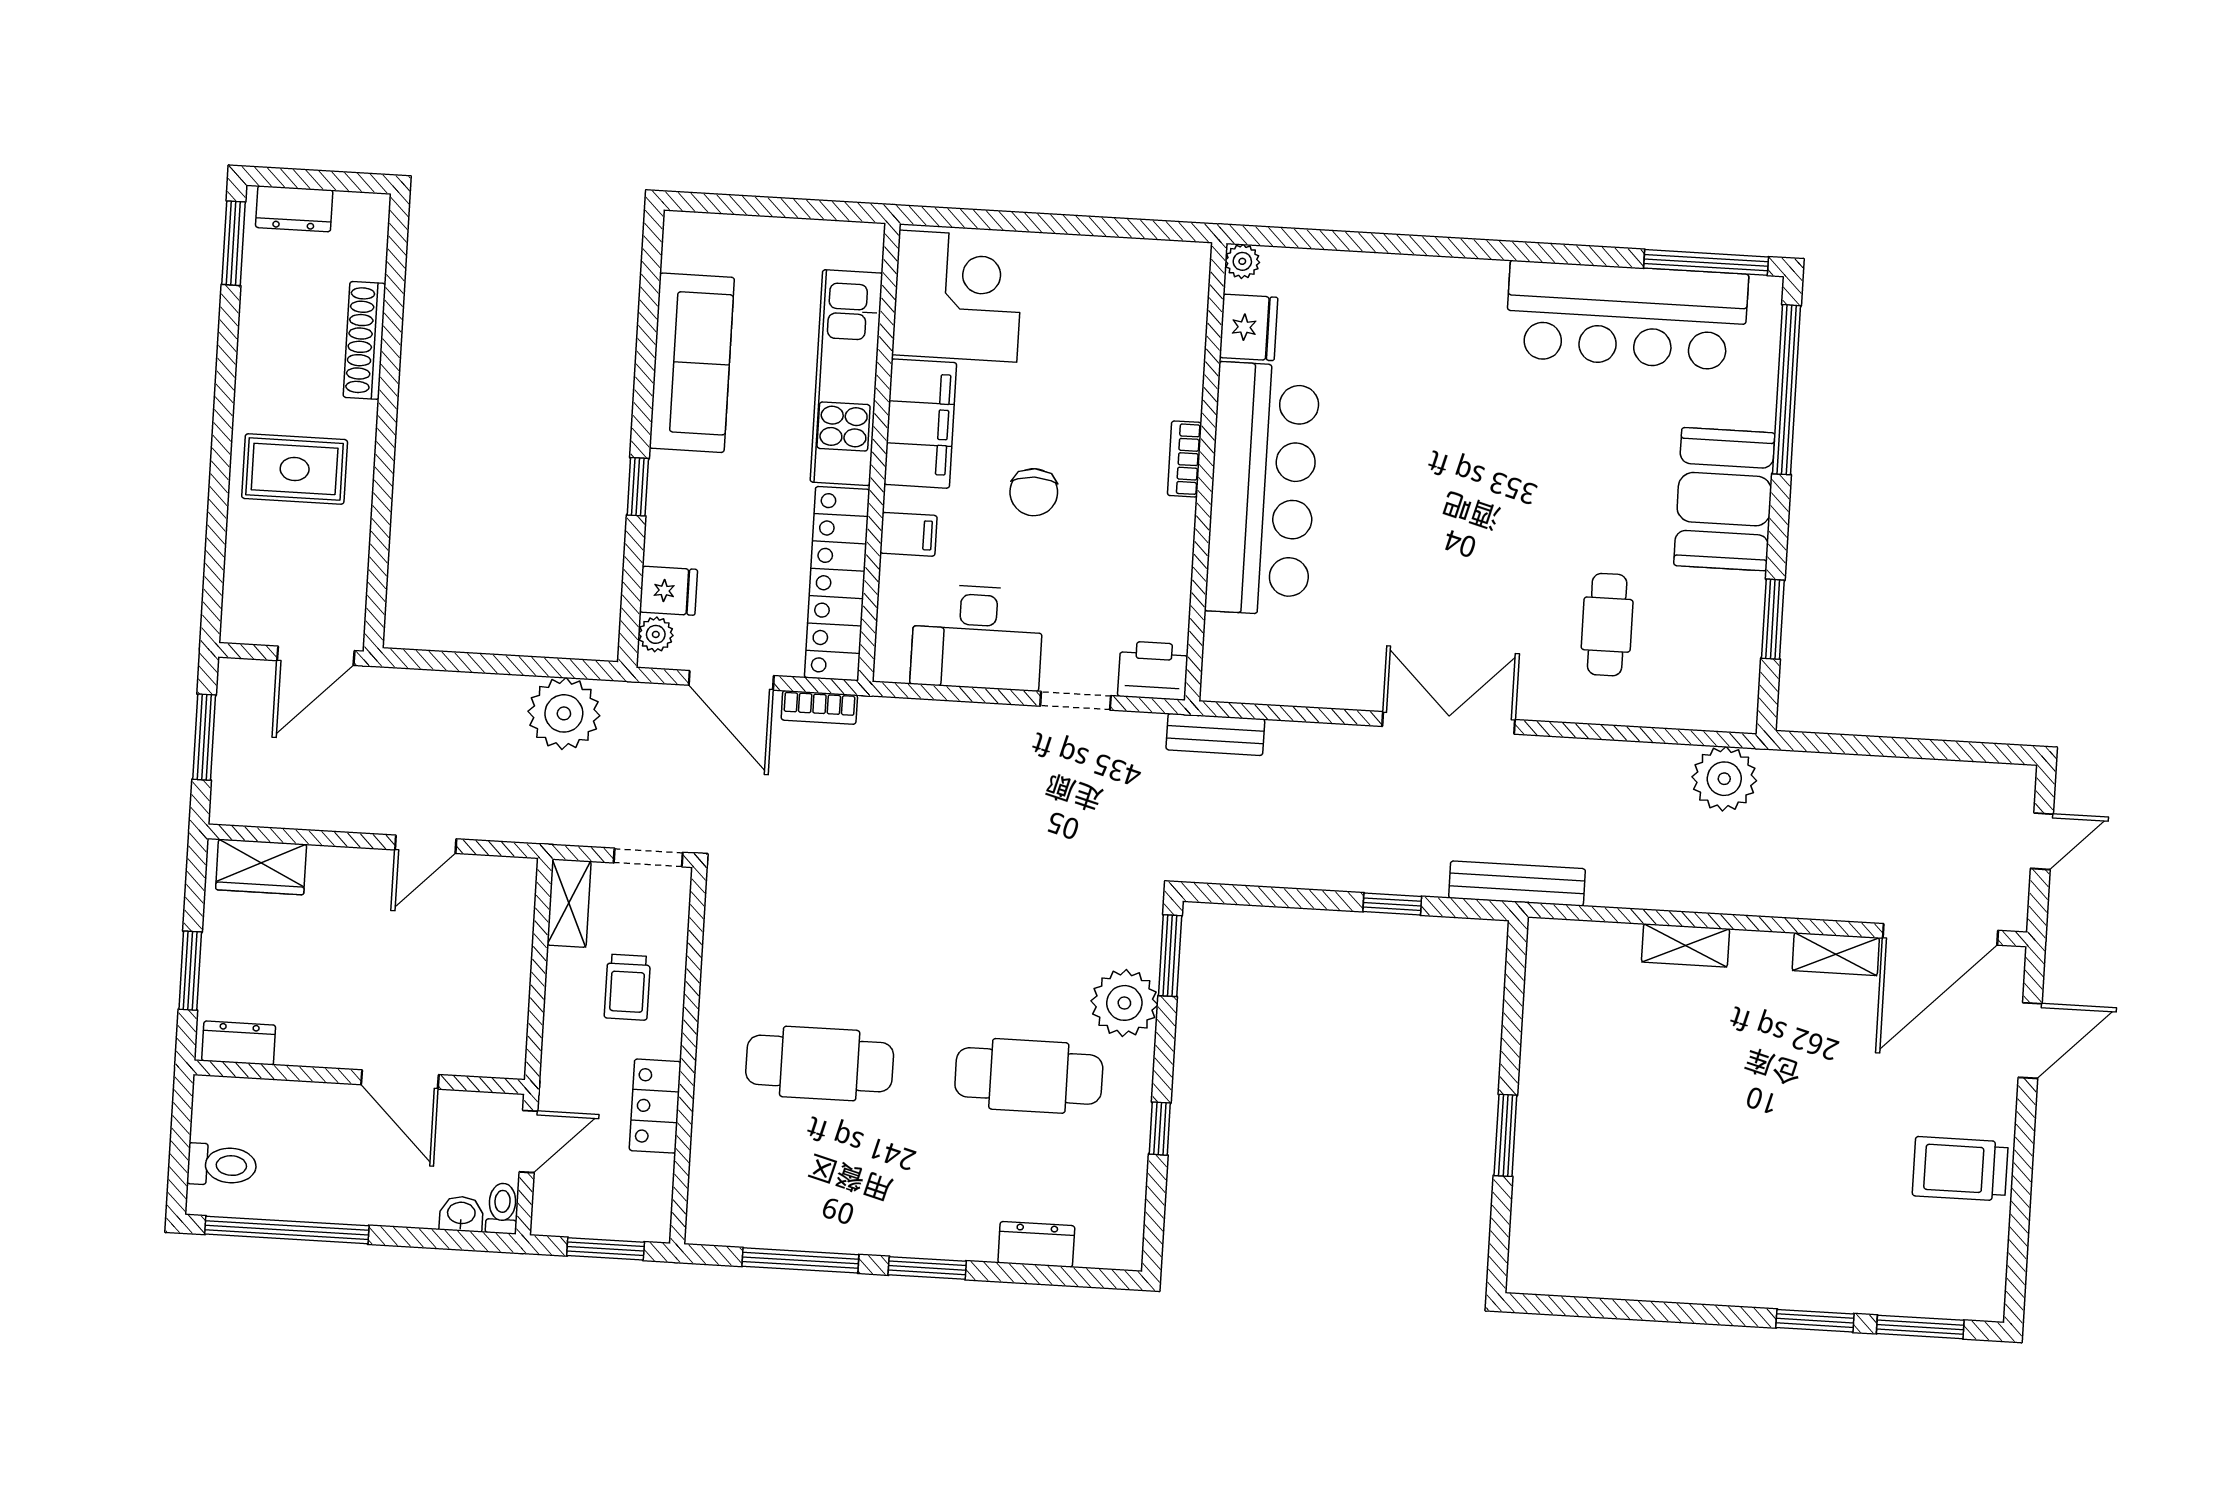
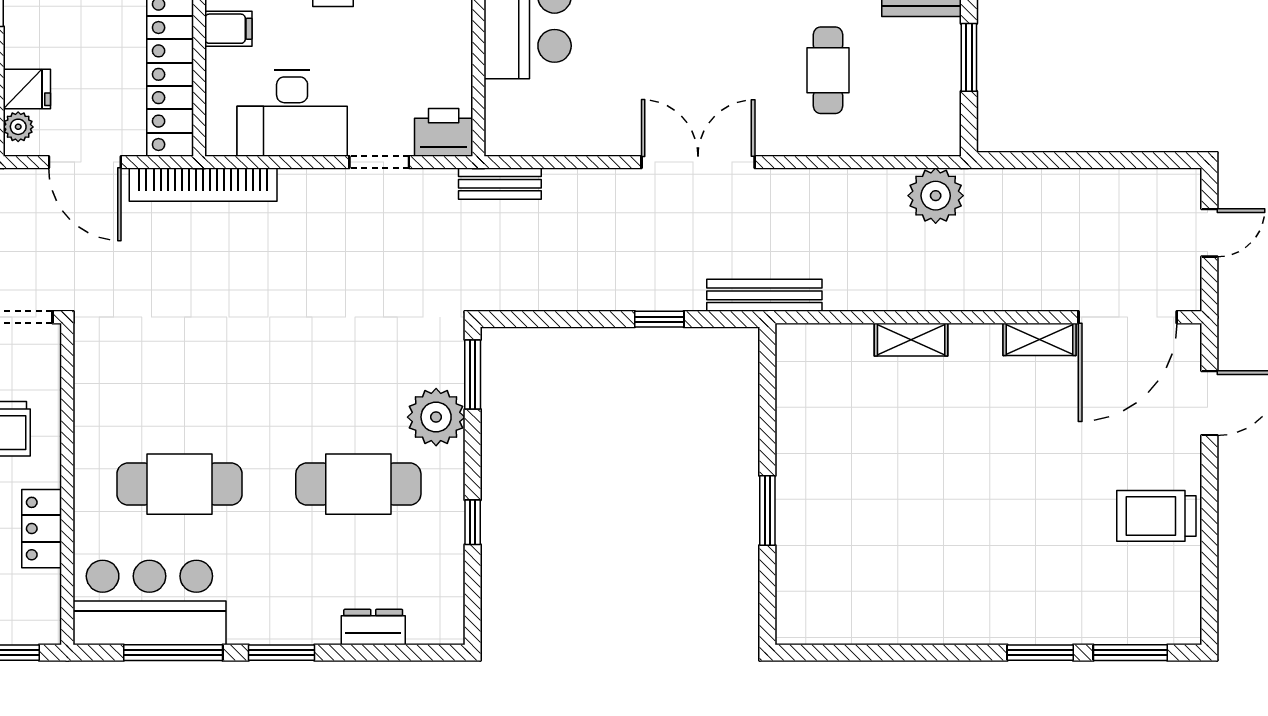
bookcase: (819, 707) -> (203, 185), width x2.31, depth x1.31
bar counter: (776, 1200) -> (149, 603), added

